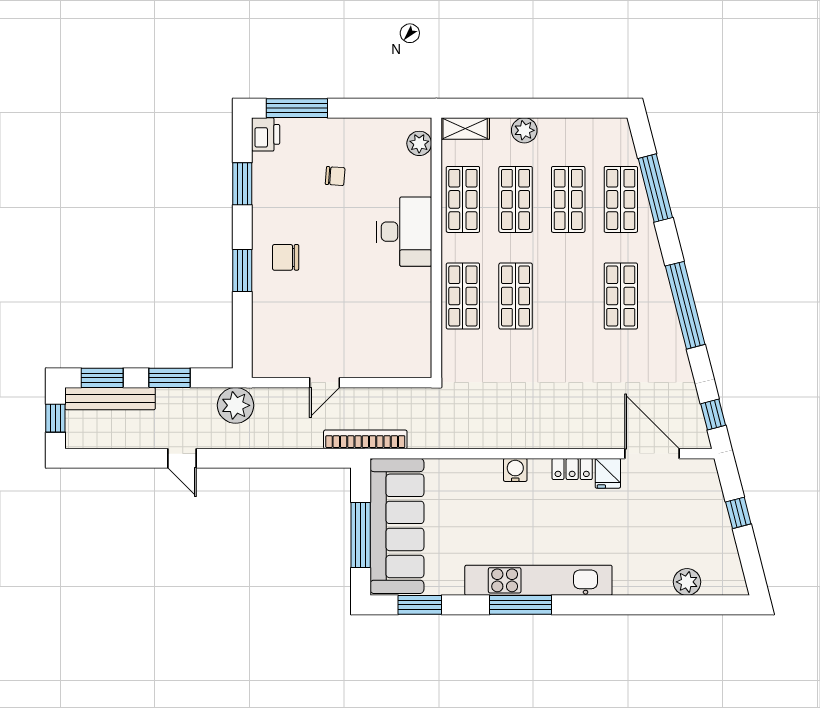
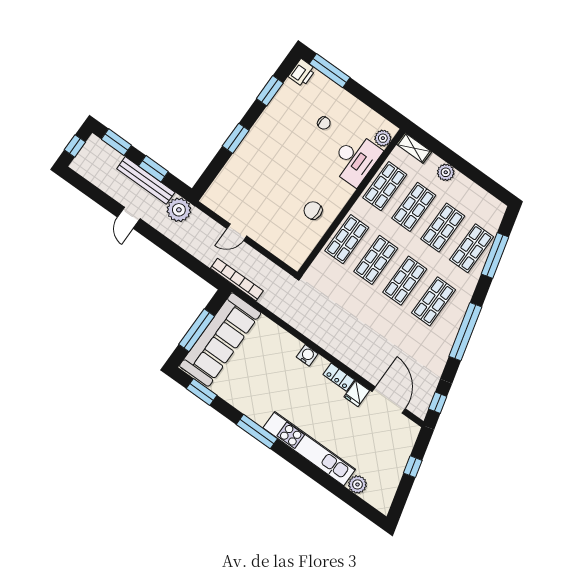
desk: (404, 232) -> (355, 159), moved
chair: (286, 257) -> (313, 210), moved
shop shelf: (568, 296) -> (405, 281), added
bench: (110, 399) -> (146, 180), moved
kitchen unit: (538, 580) -> (309, 449), moved

